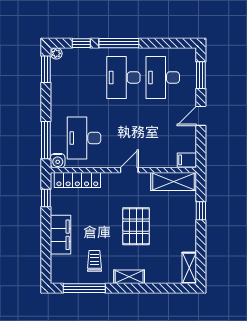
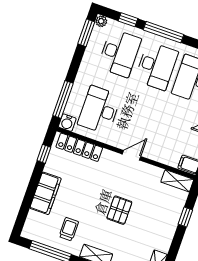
desk: (84, 77) -> (119, 53), added
desk: (123, 77) -> (156, 66), turned 180
shelving: (174, 182) -> (177, 181), width x0.67, depth x0.75
pallet: (136, 226) -> (119, 210), width x0.67, depth x0.71

